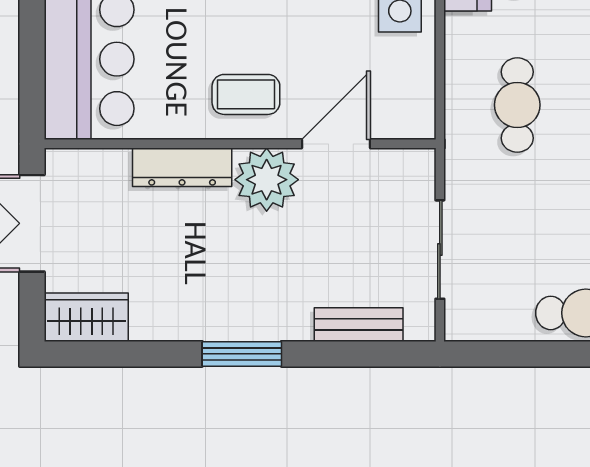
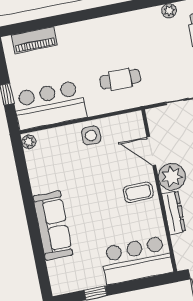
coffee table: (246, 94) -> (138, 192), turned 90

